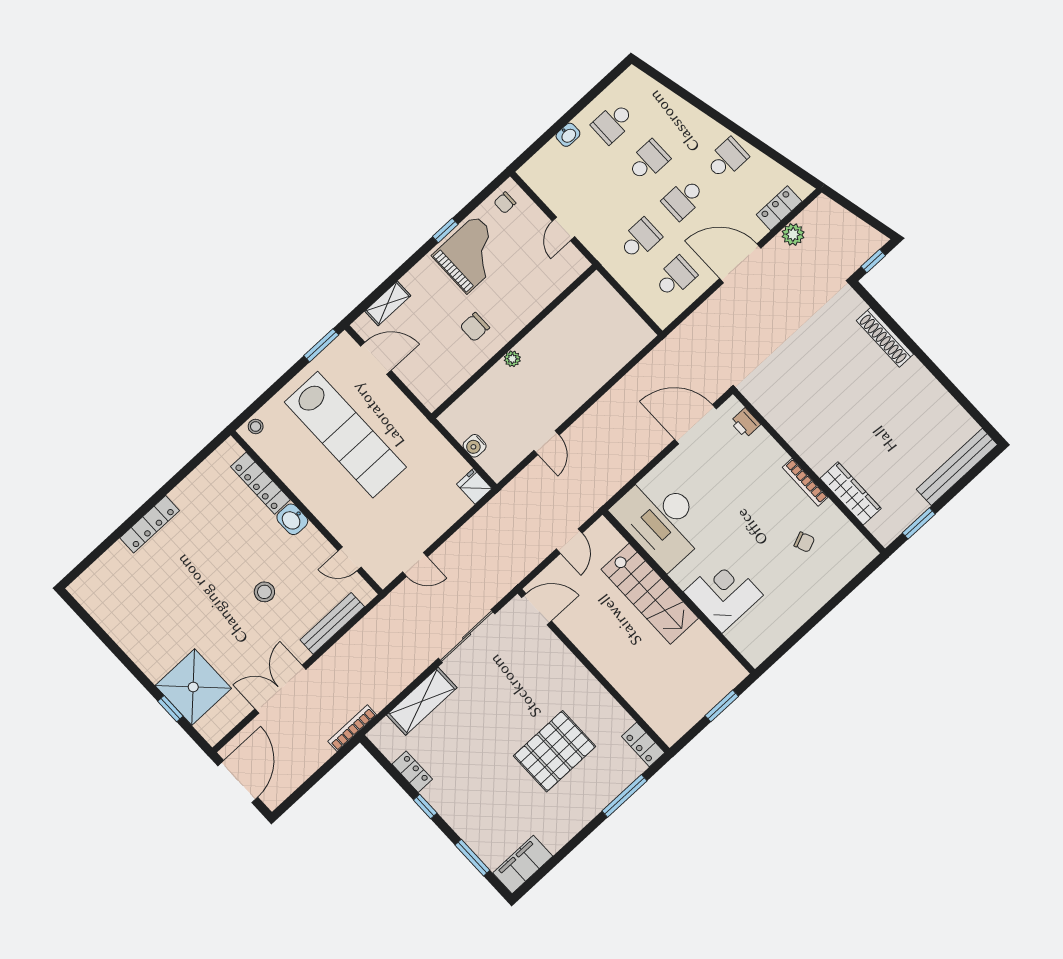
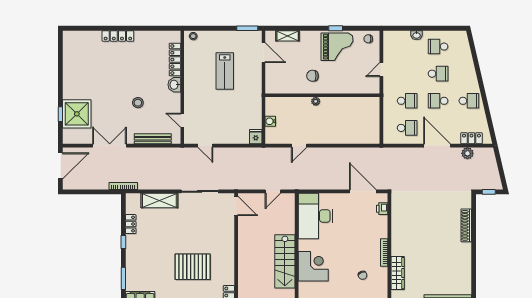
lab bench: (345, 435) -> (225, 71), width x0.54, depth x0.72
stairs: (650, 594) -> (285, 261), moved

